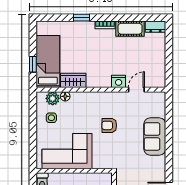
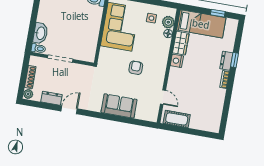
dresser: (155, 27) -> (226, 61), moved
cot: (130, 29) -> (177, 119), moved, turned 90
window: (33, 64) -> (218, 13), moved
nightstand: (119, 81) -> (177, 61), moved

